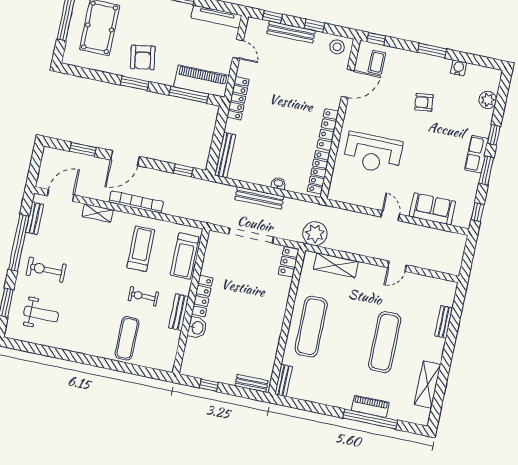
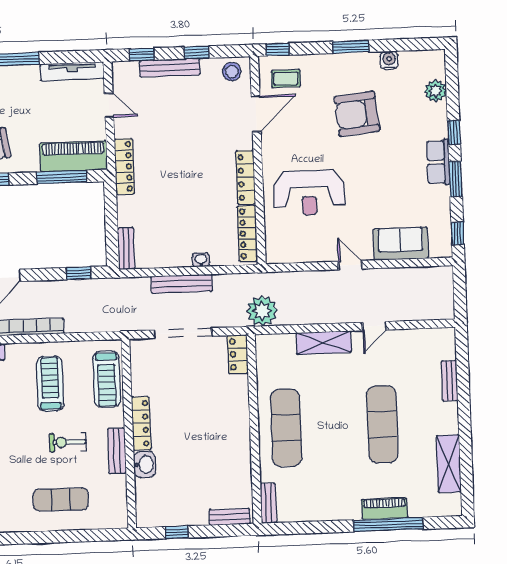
coffee table: (377, 62) -> (286, 79), turned 90
armchair: (424, 102) -> (357, 114), width x1.88, depth x1.88
bench: (225, 155) -> (126, 249), width x0.73
shelving: (336, 265) -> (324, 343), moved
exercise mat: (127, 338) -> (61, 499), turned 90

